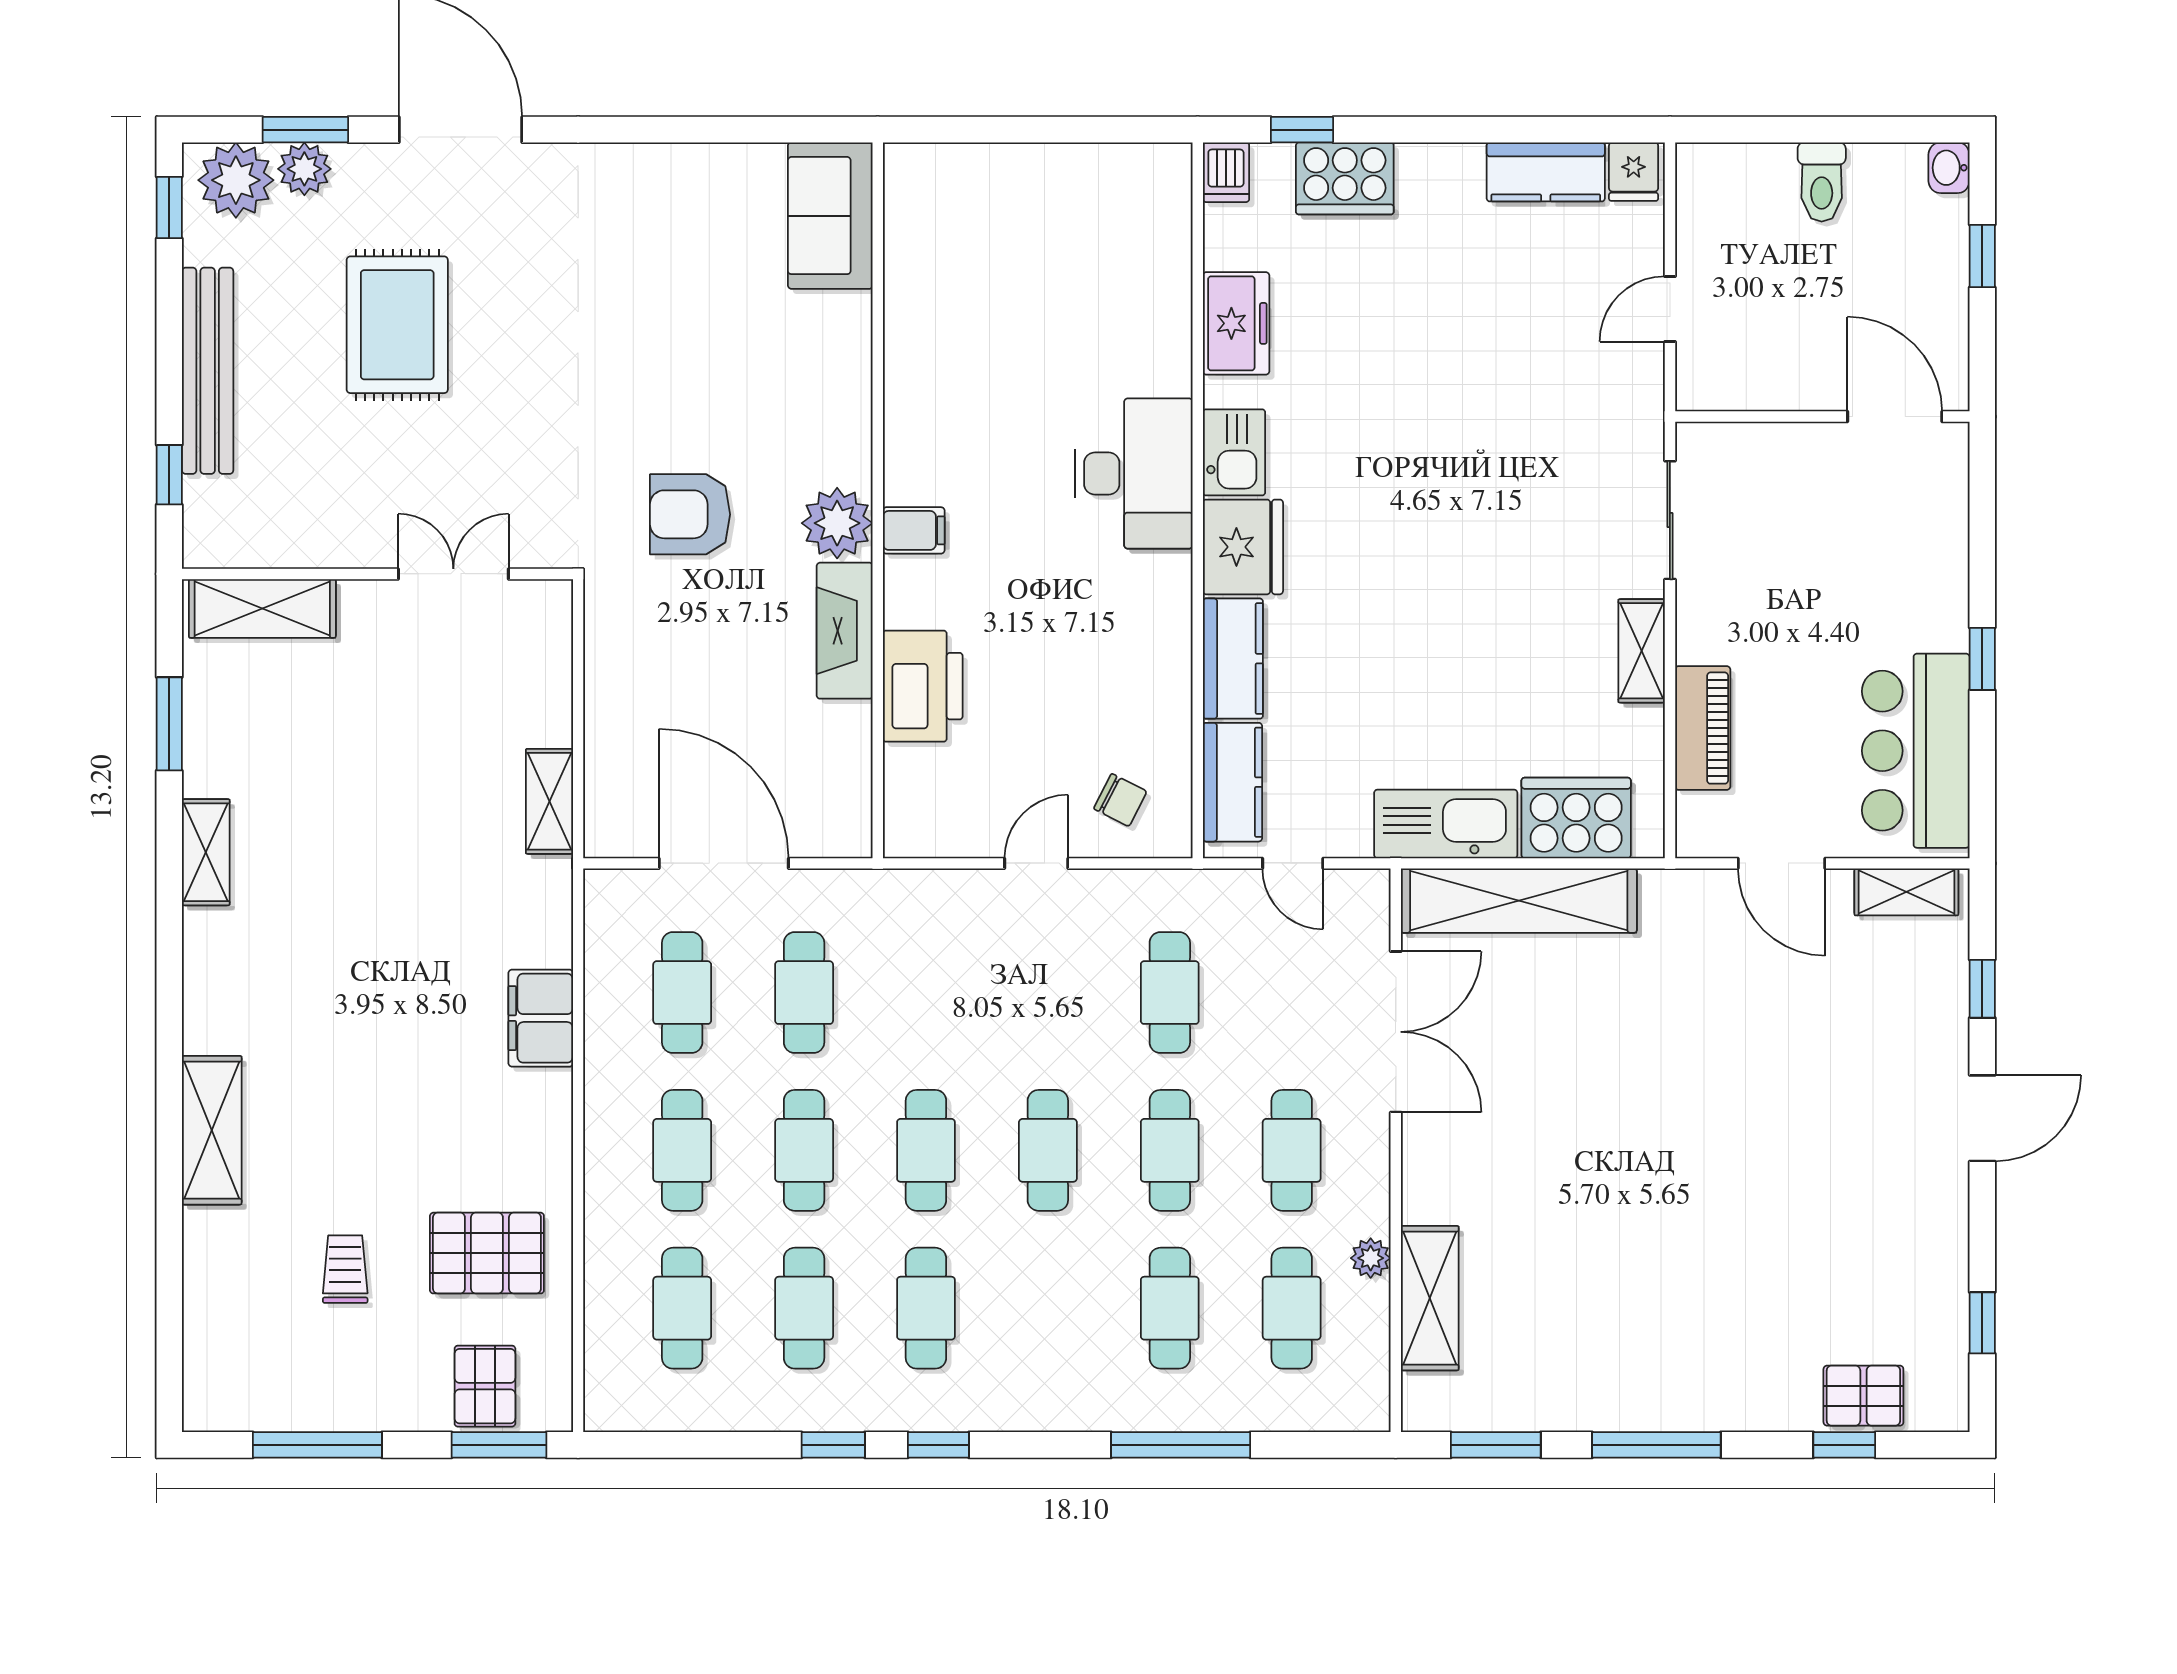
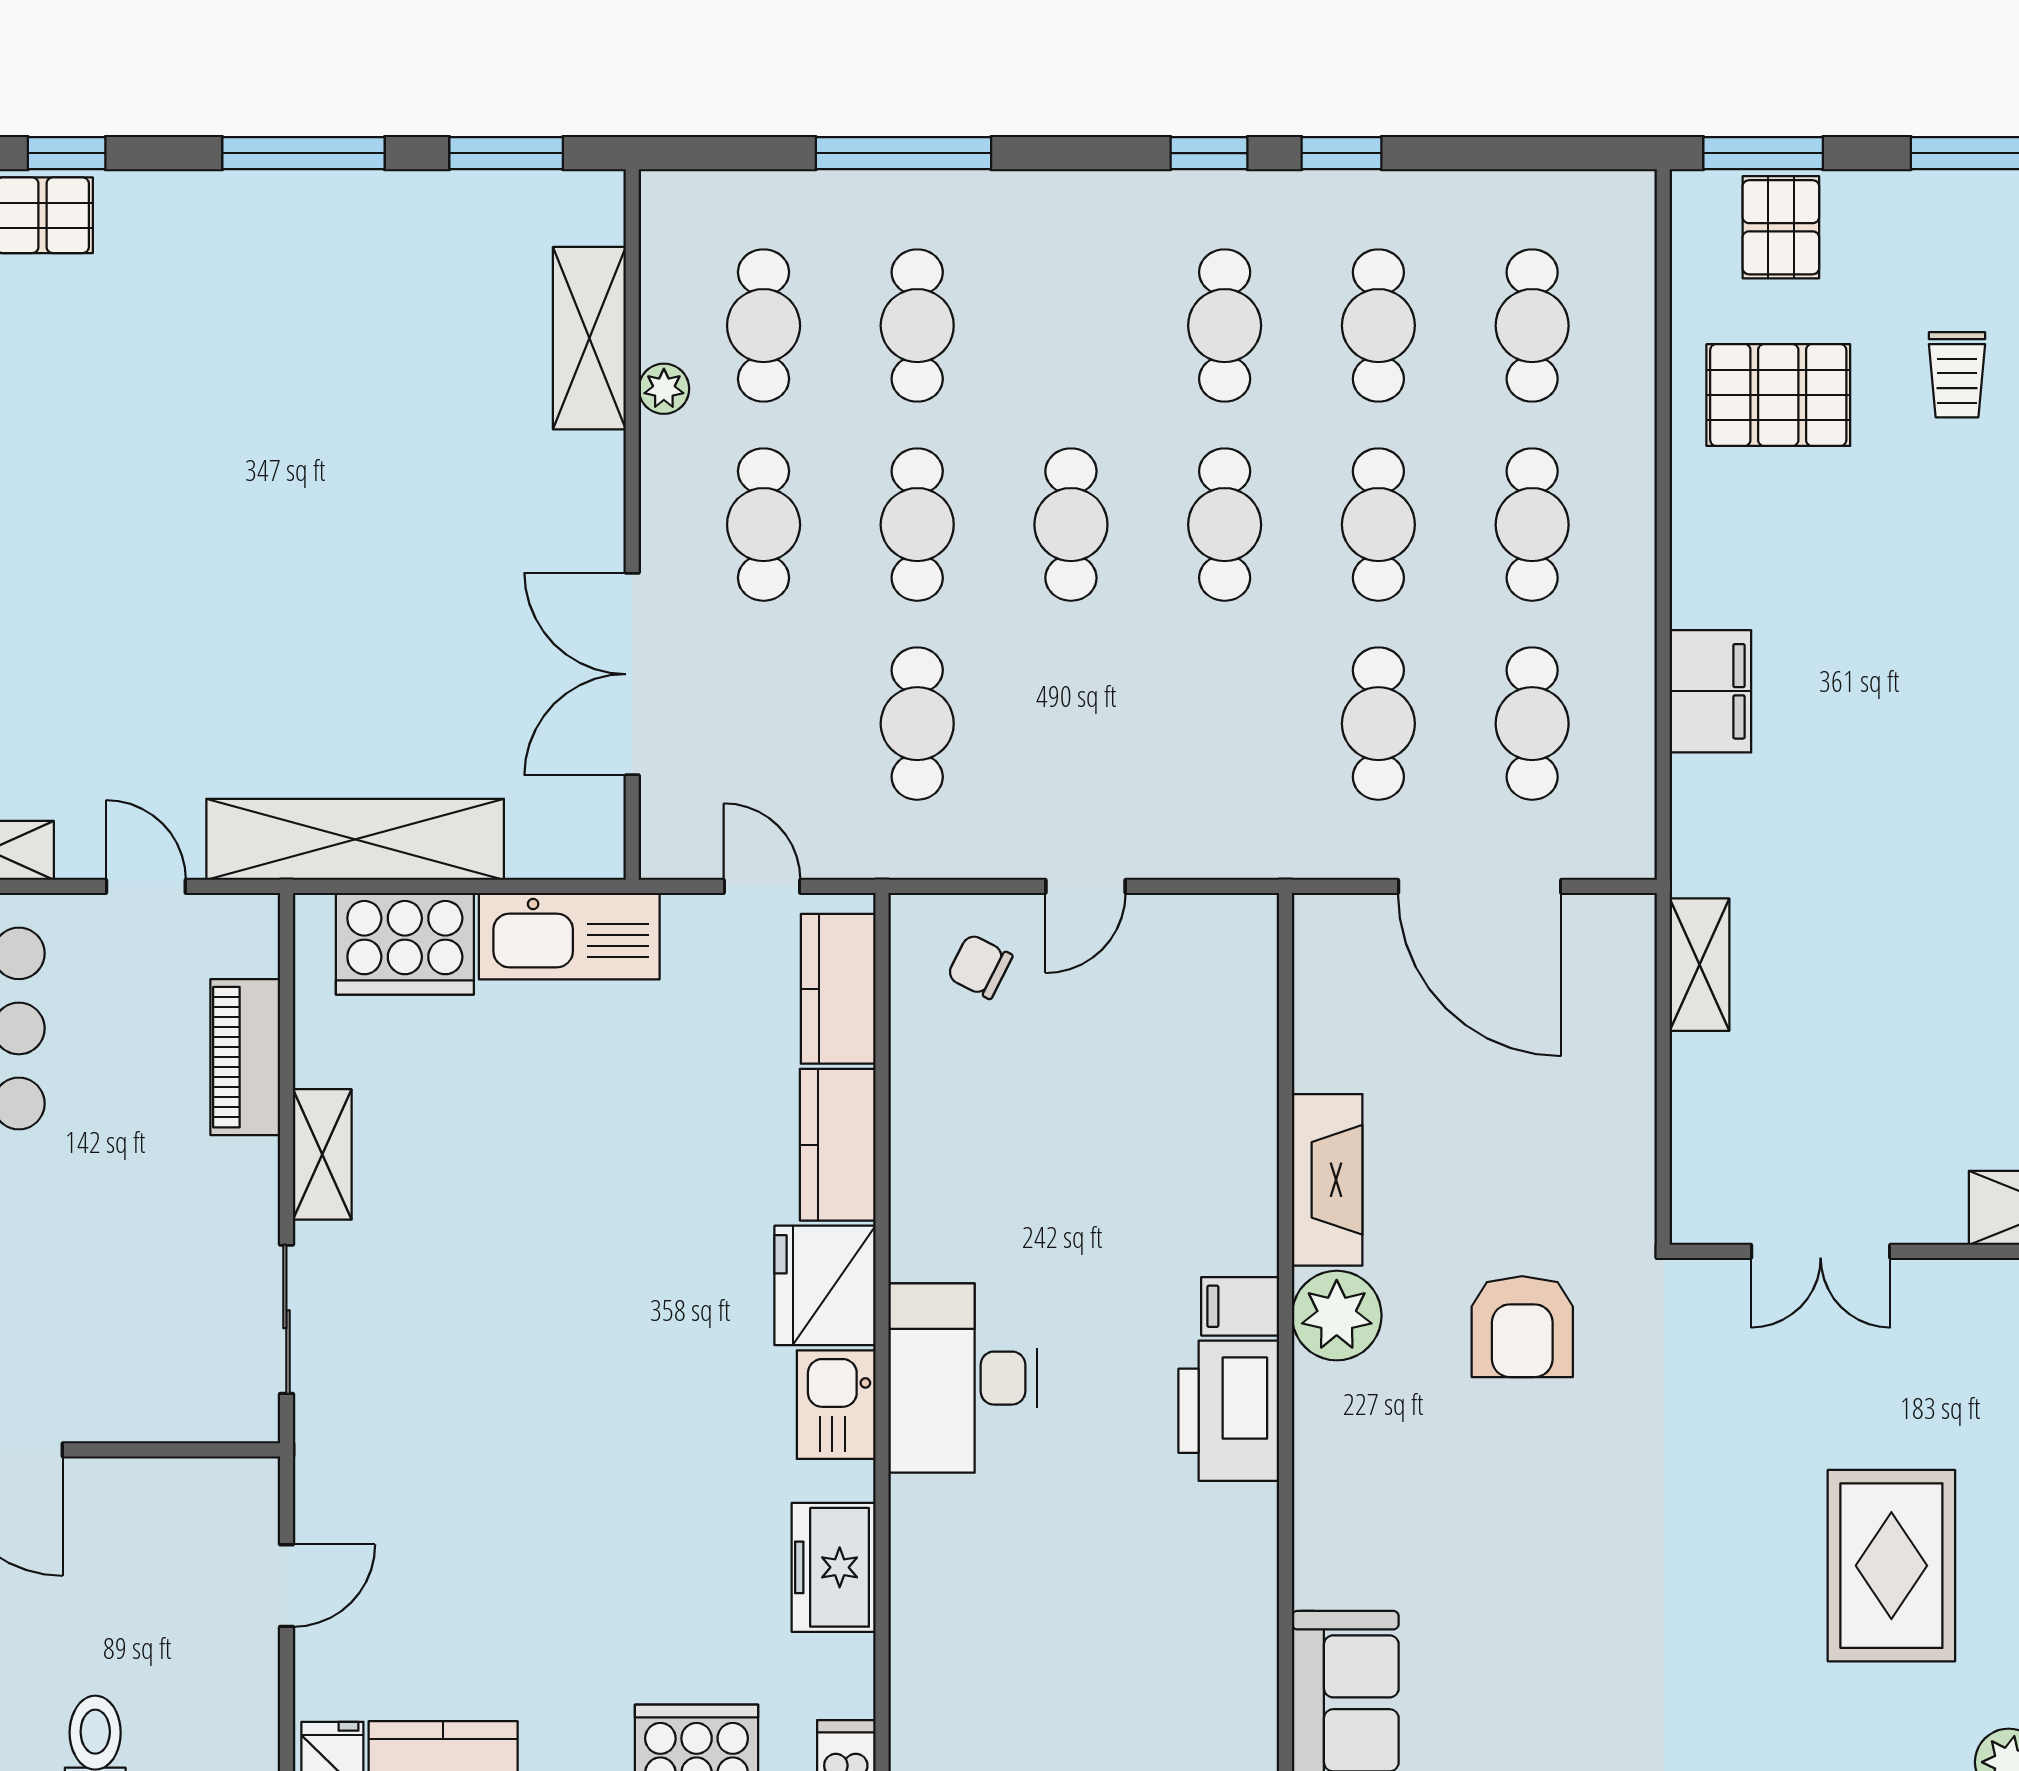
armchair: (690, 514) -> (1522, 1327), turned 90
printer: (923, 686) -> (1229, 1411), moved
door: (1782, 863) -> (146, 886), width x0.73
shelving: (1519, 901) -> (355, 839), moved

